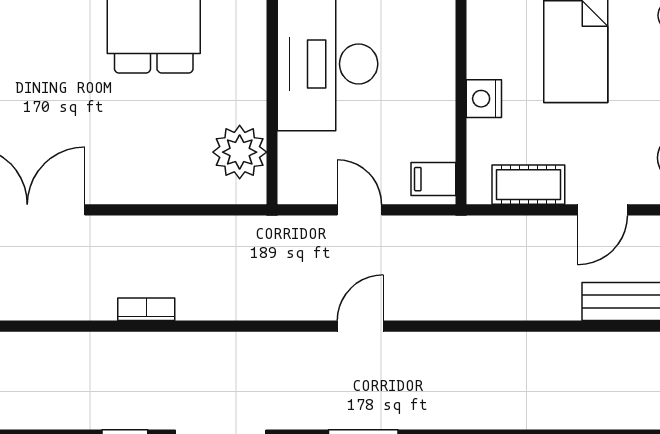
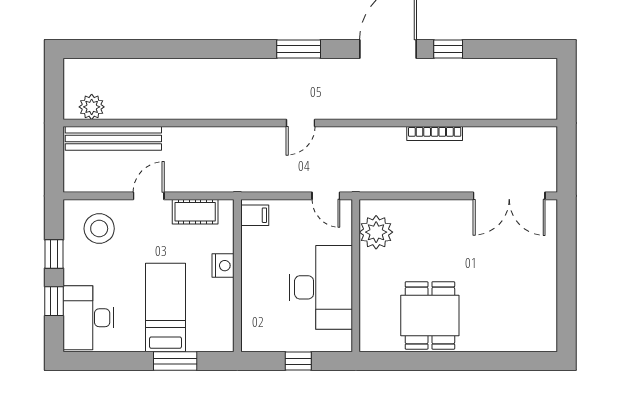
door: (359, 210) -> (326, 196), moved
bookcase: (146, 309) -> (435, 134), width x1.56

